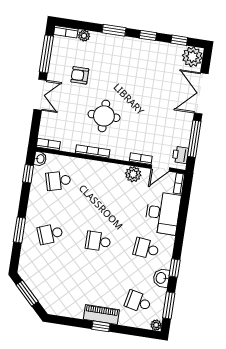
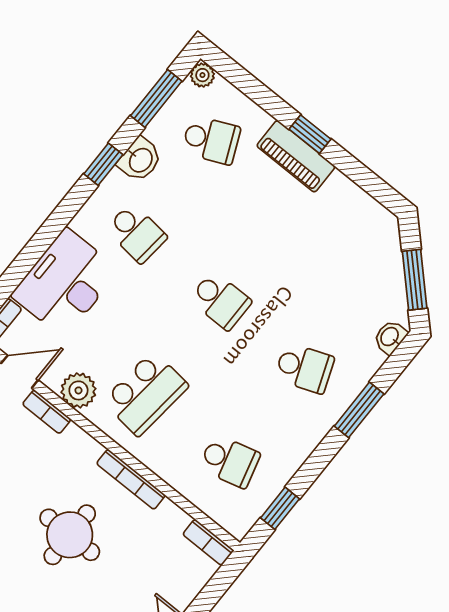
washbasin: (40, 159) -> (390, 337), moved
school desk: (106, 188) -> (146, 394), added
school desk: (138, 302) -> (211, 140), turned -36

